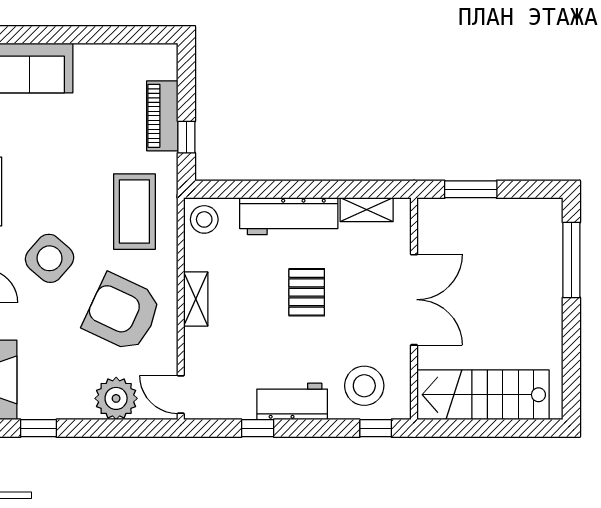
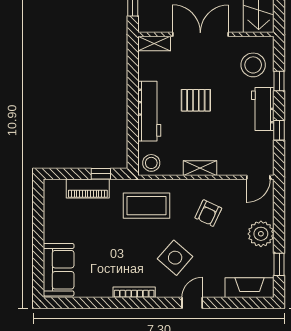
shelving: (367, 210) -> (154, 43), moved, turned 90
armchair: (122, 313) -> (208, 213), width x0.53, depth x0.53
plant: (116, 398) -> (261, 234), moved
window: (376, 428) -> (279, 81), moved

